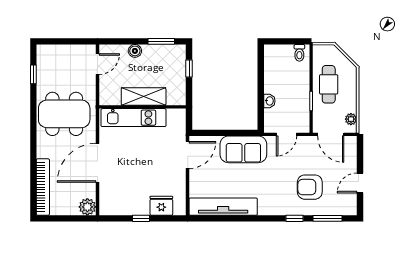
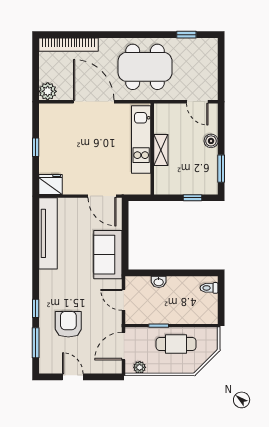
toilet: (299, 53) -> (209, 288), moved
shelving: (144, 97) -> (161, 150), width x0.67, depth x0.75
dining table: (64, 114) -> (145, 67), turned 90
fridge: (161, 206) -> (50, 184), moved, turned -90

